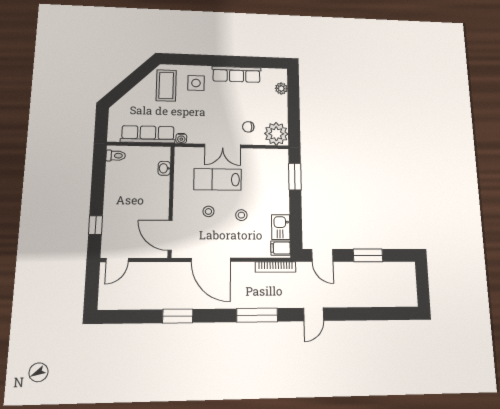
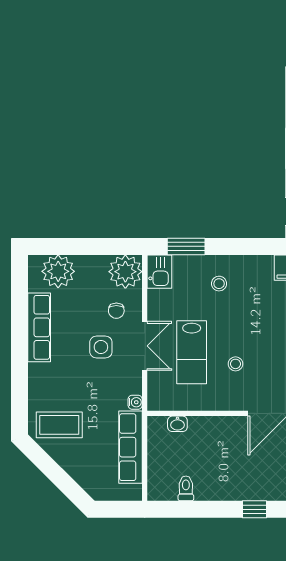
side table: (196, 83) -> (101, 347), moved
plant: (281, 88) -> (58, 271), width x1.87, depth x1.87
toilet: (116, 156) -> (186, 488), moved
stool: (241, 215) -> (219, 284), moved
kitchen sink: (281, 227) -> (159, 272), moved, turned -90

